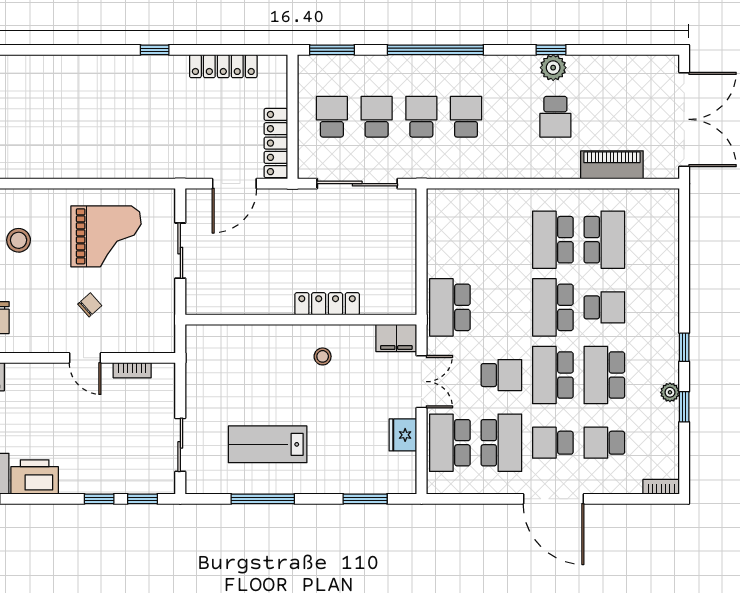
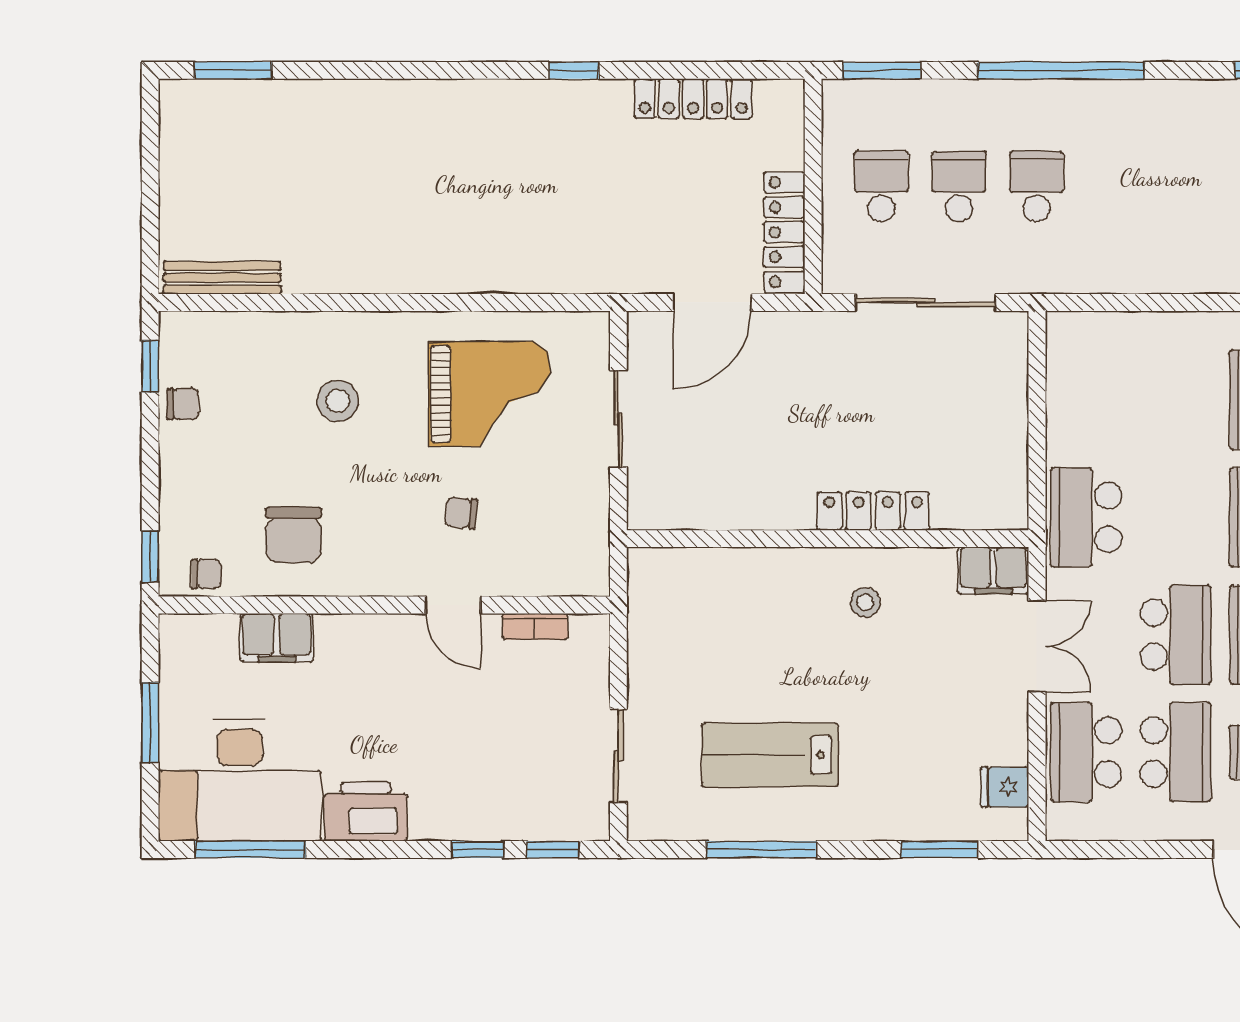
school desk: (466, 117) -> (1114, 186), removed
chair: (90, 305) -> (461, 513), turned -132
school desk: (501, 375) -> (1176, 635), width x1.85
fridge: (403, 435) -> (1005, 787), moved, width x0.72

